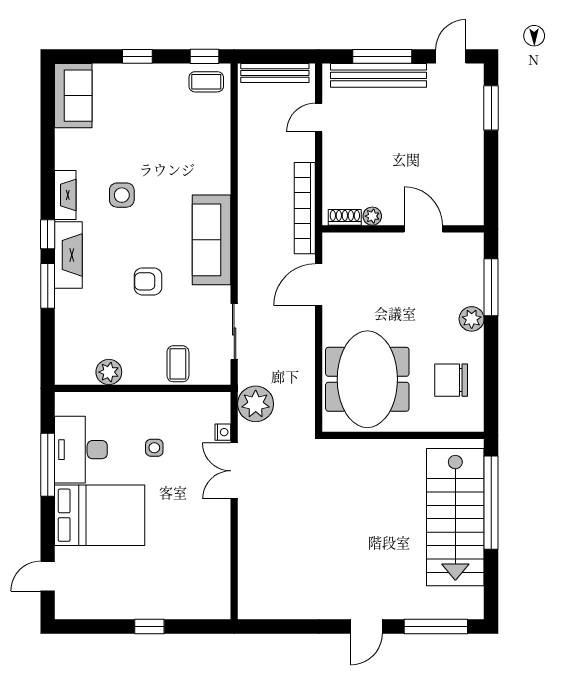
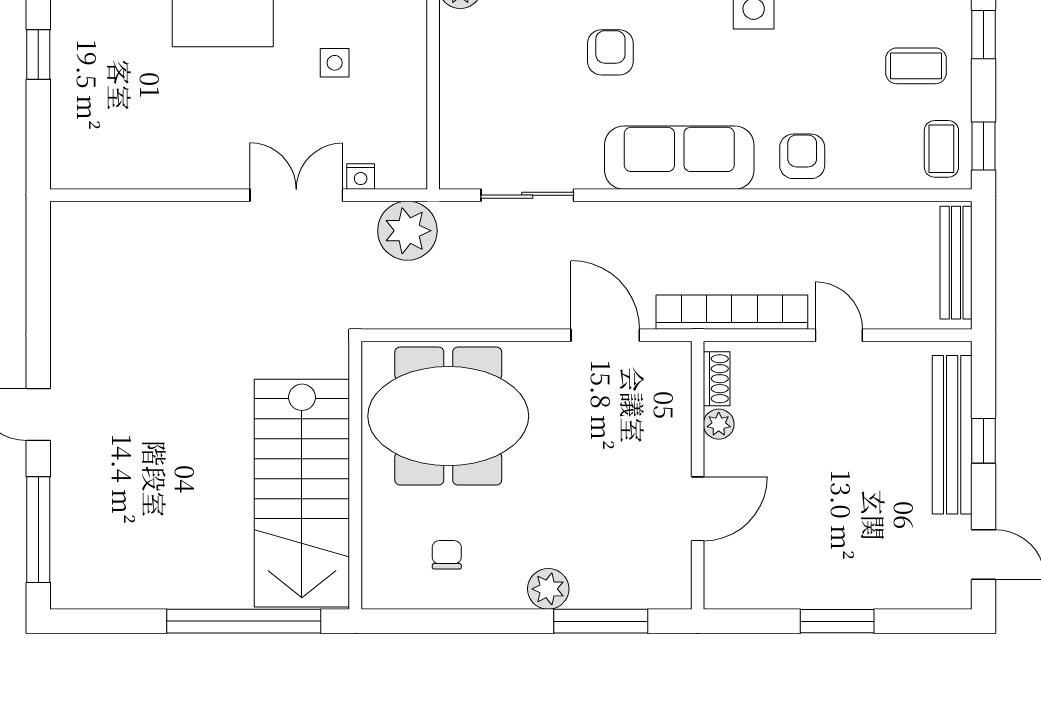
window: (382, 56) -> (984, 441), width x0.46
window: (491, 108) -> (837, 621), moved
door: (319, 117) -> (839, 335), moved
armchair: (211, 166) -> (802, 156), added
coffee table: (178, 364) -> (916, 66), moved
chair: (451, 380) -> (447, 555), width x0.54, depth x0.54
stairs: (455, 517) -> (302, 493), moved, turned -90

